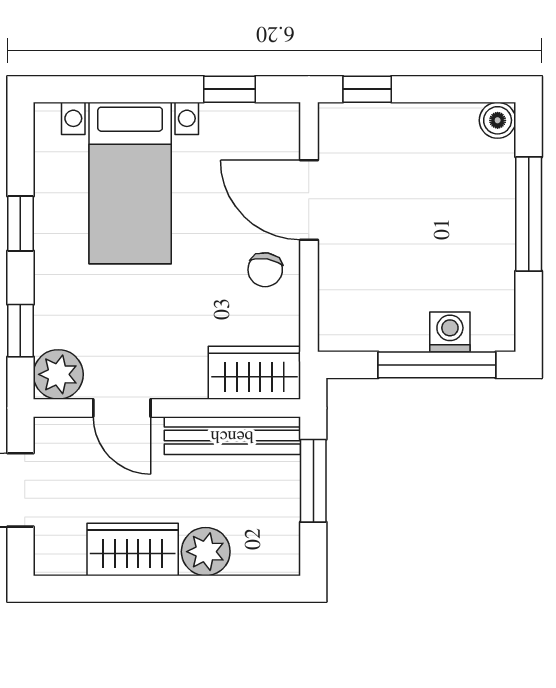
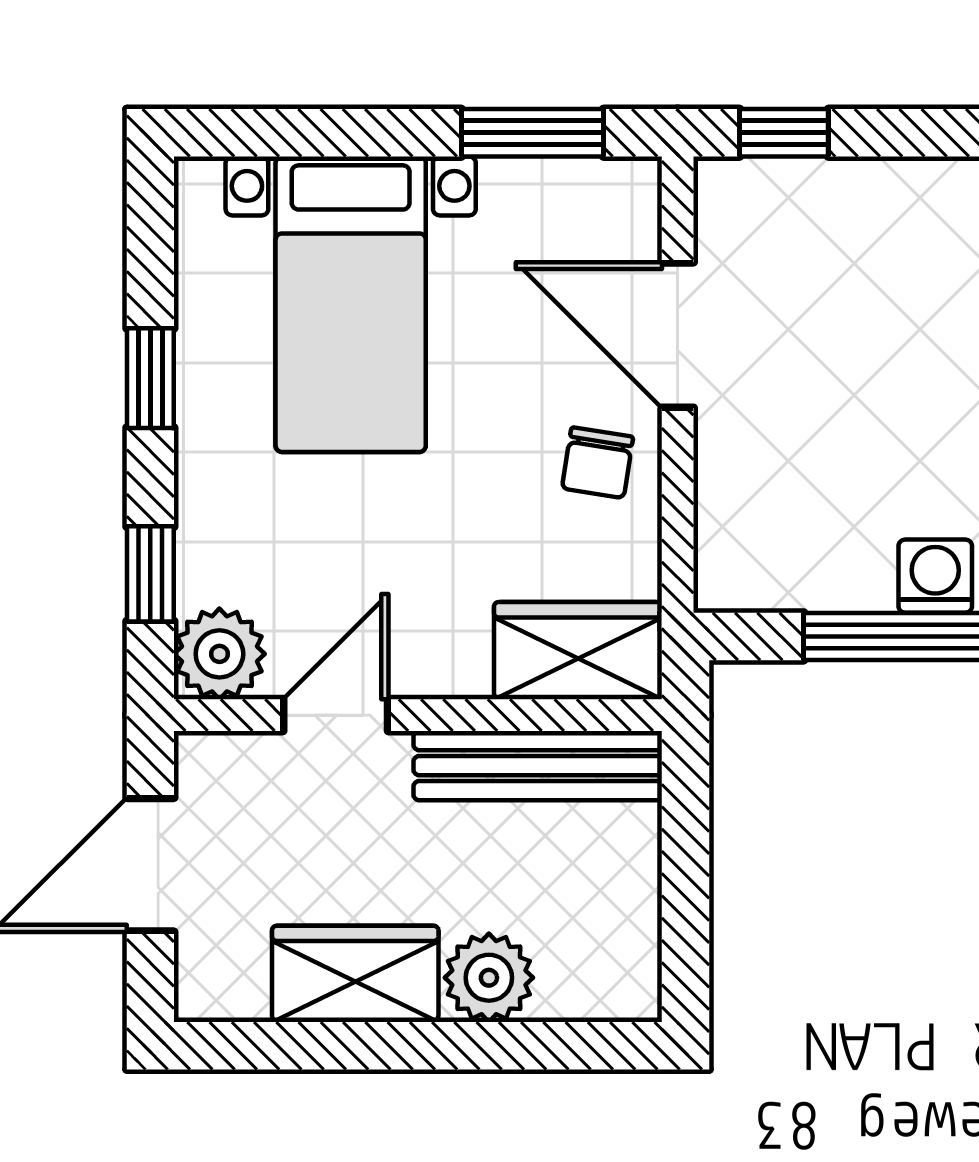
window: (230, 89) -> (532, 133), width x1.50
door: (122, 408) -> (336, 715), swing flipped
window: (313, 481) -> (686, 848), removed

